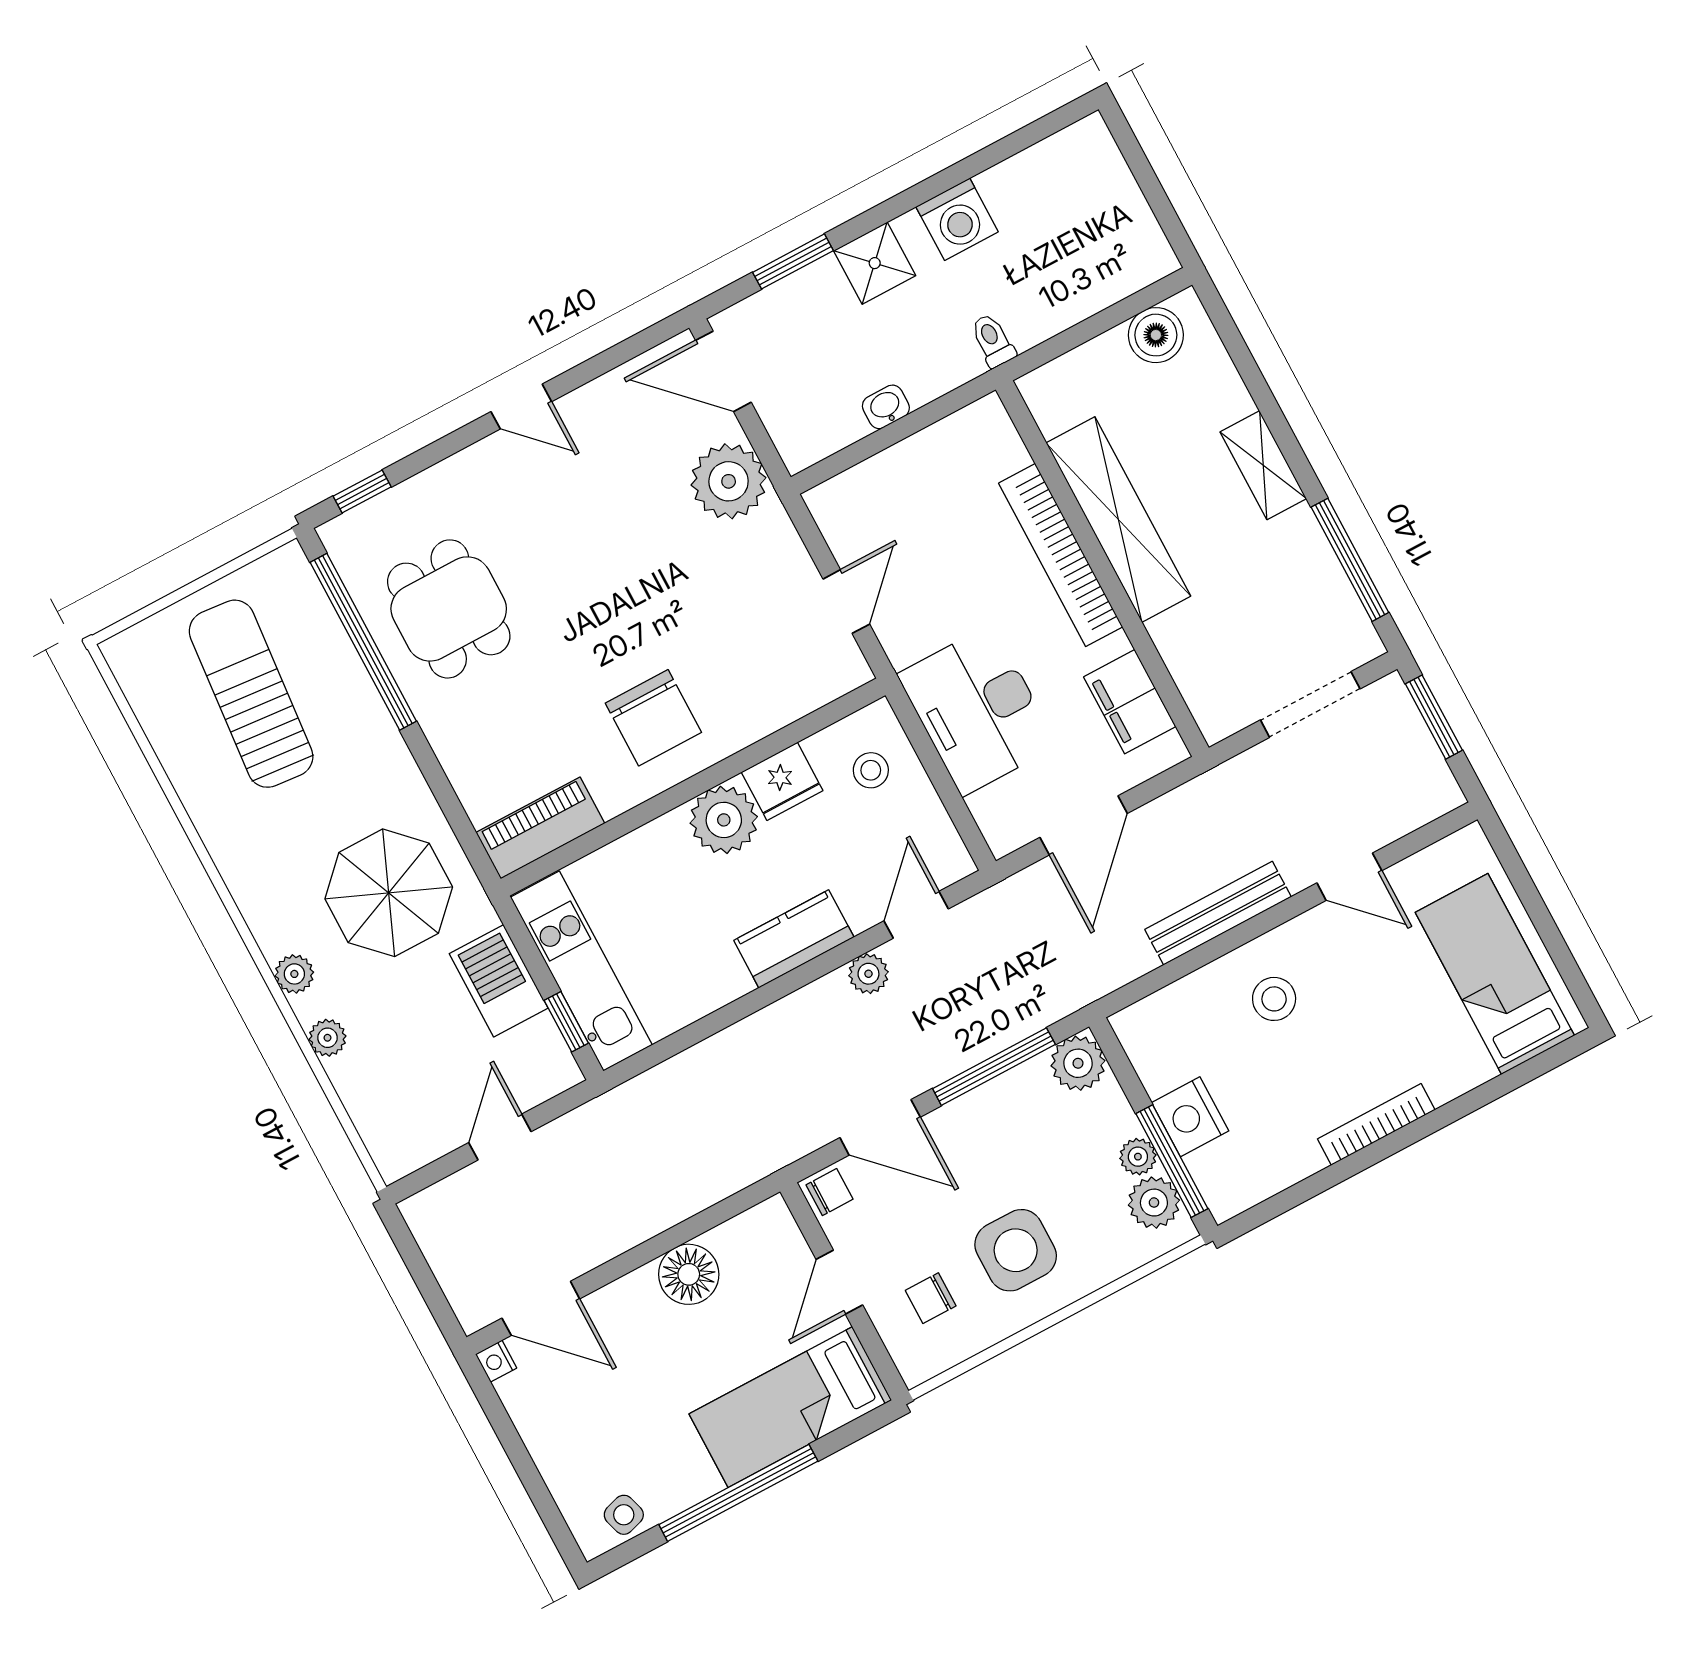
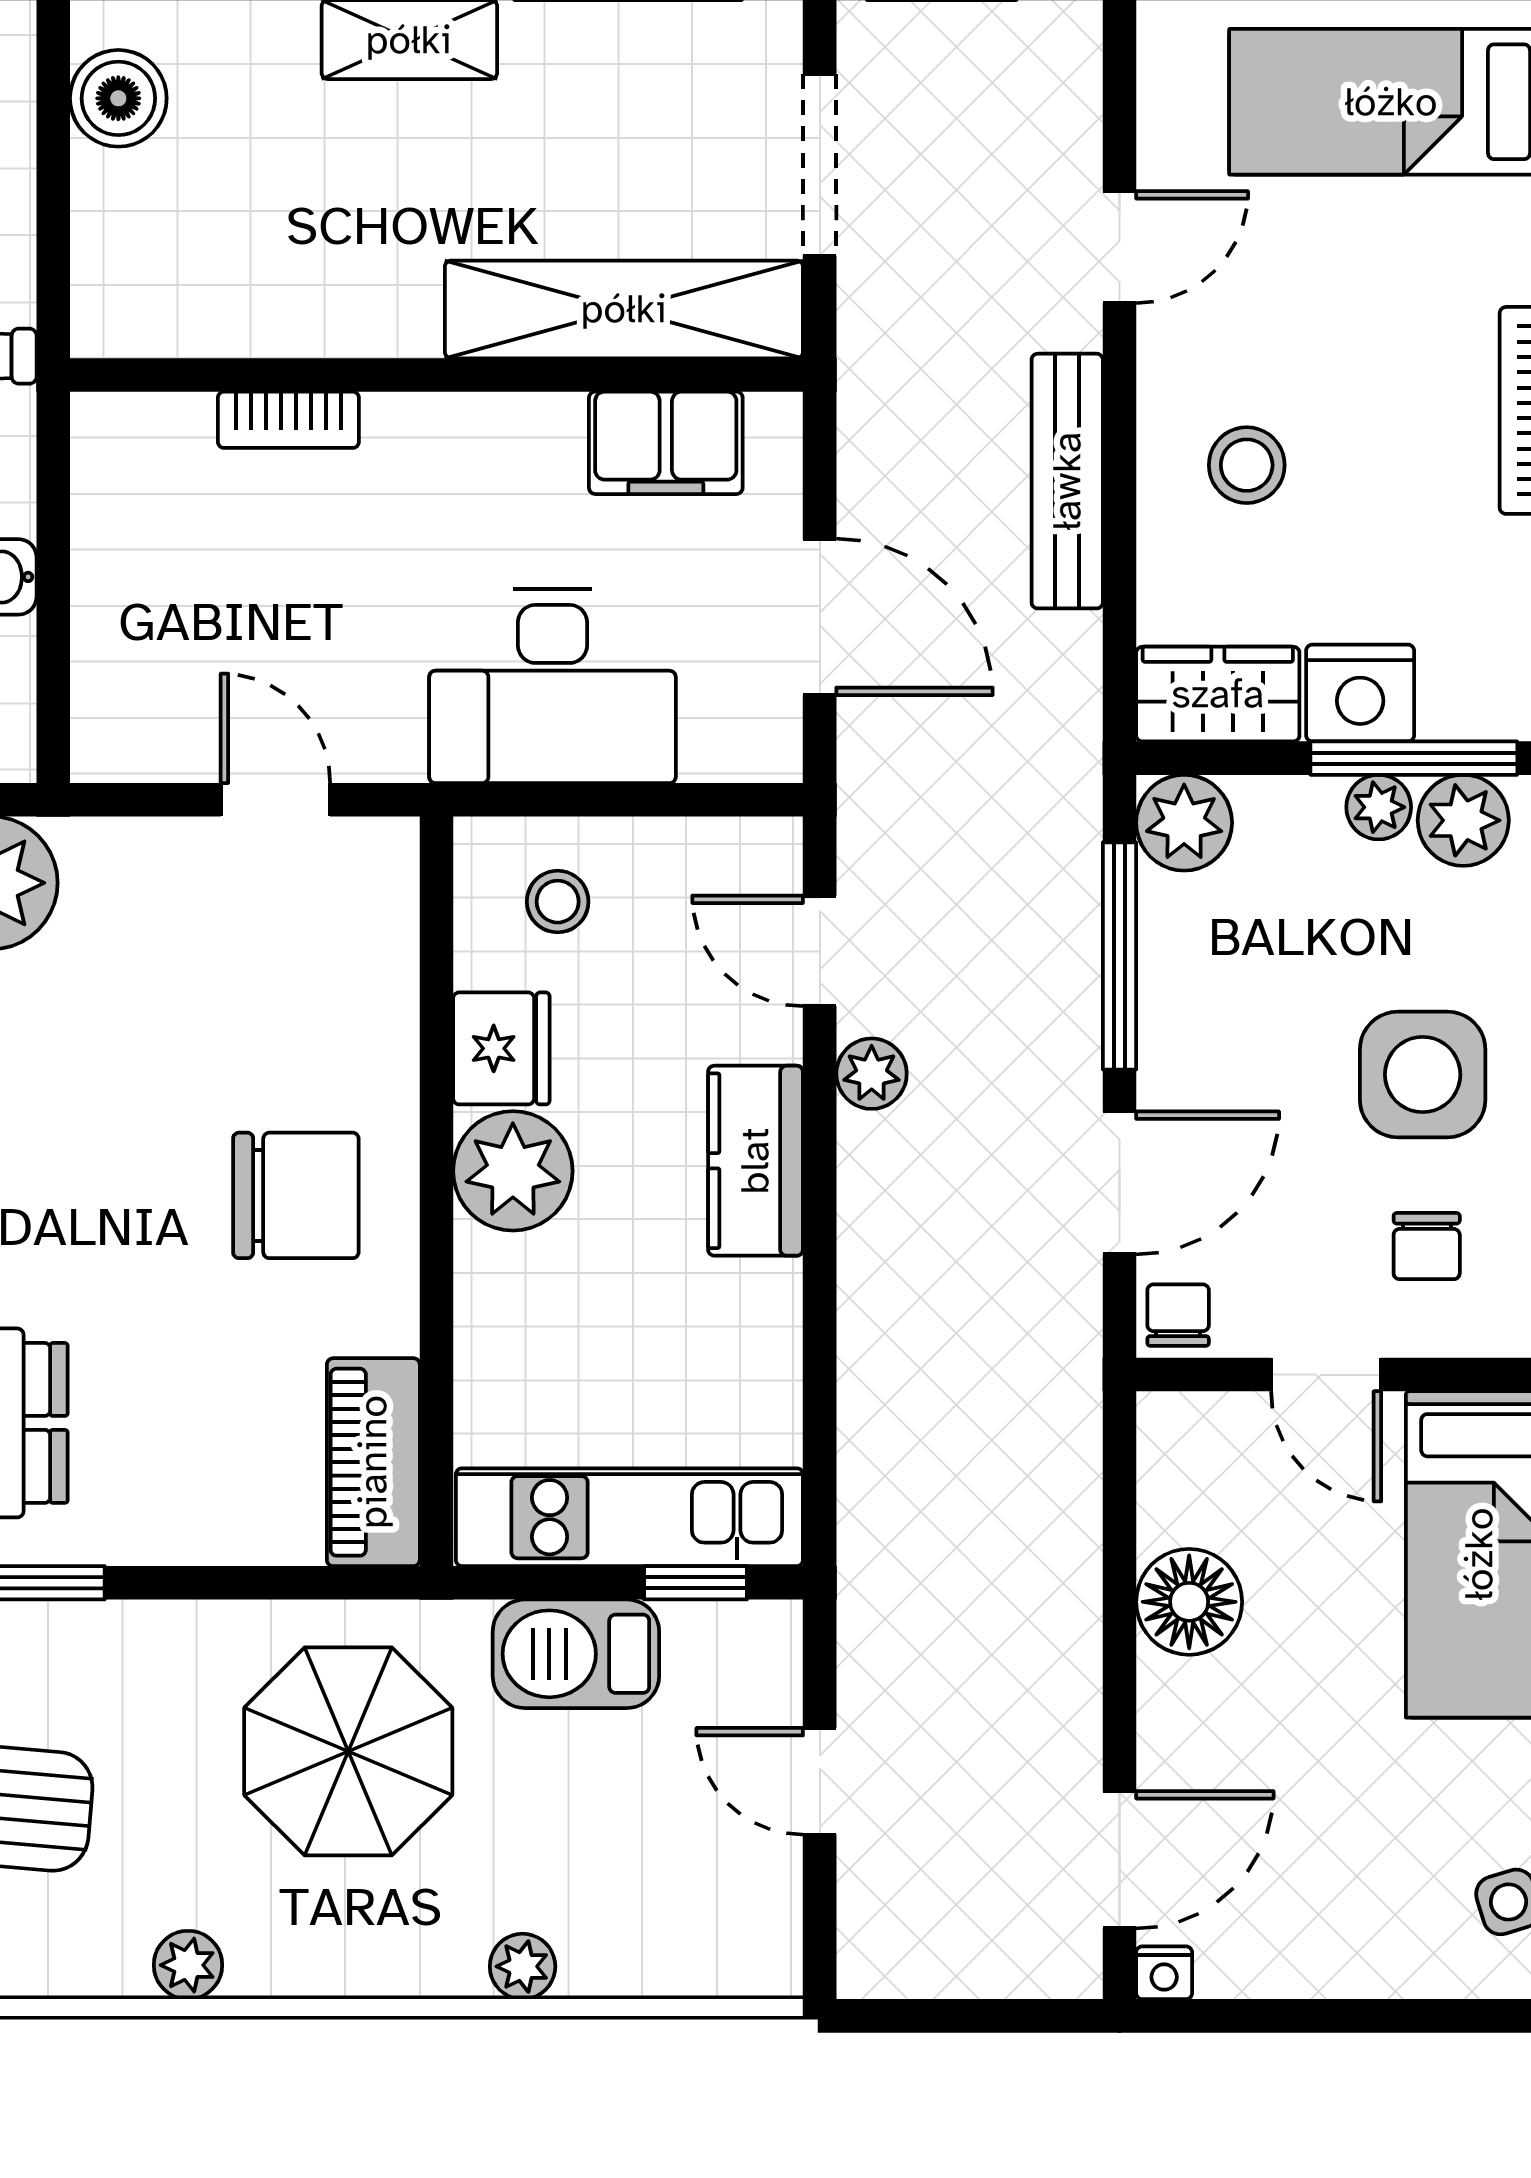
shelving: (1118, 519) -> (624, 309), moved
bookcase: (1061, 555) -> (288, 420), width x0.43, depth x0.76
plant: (294, 974) -> (188, 1965), moved
wardrobe: (1152, 1046) -> (1218, 694), added

